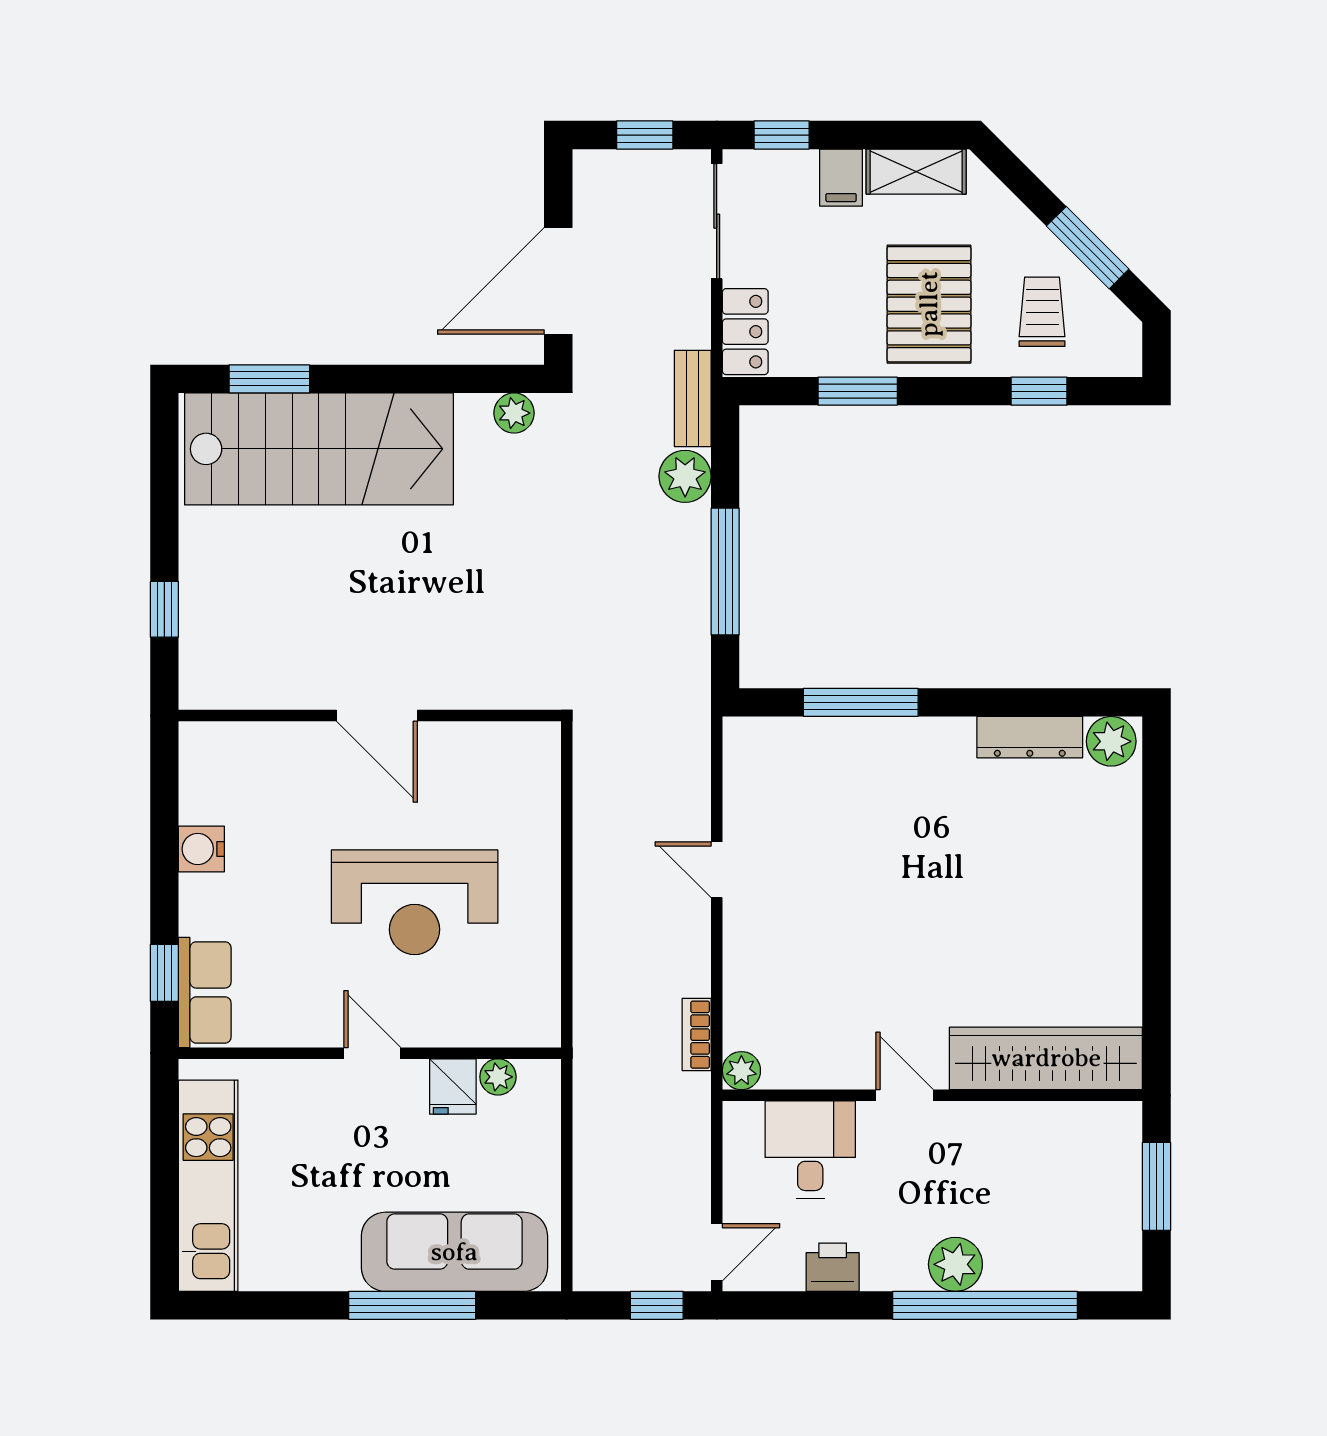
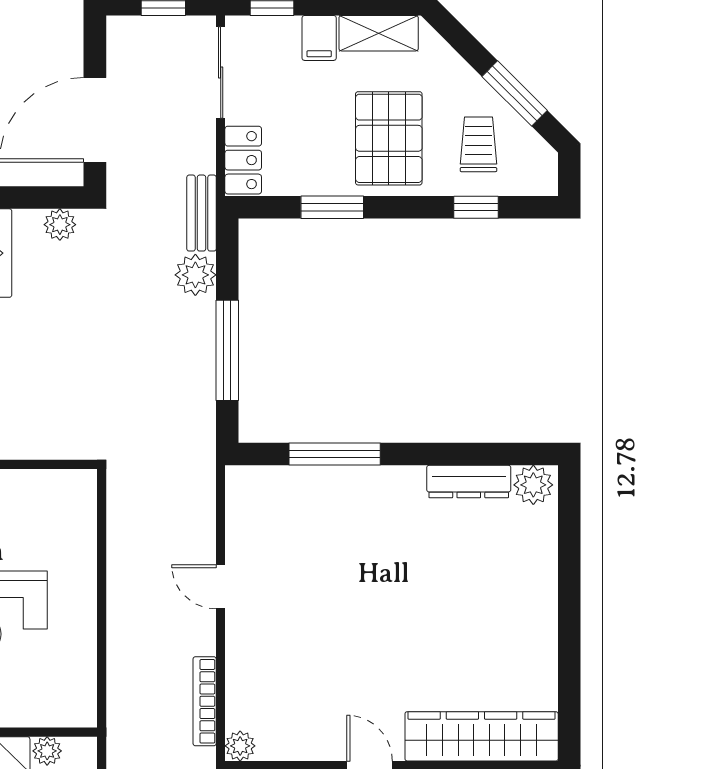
bookcase: (697, 1035) -> (205, 701), width x1.56

